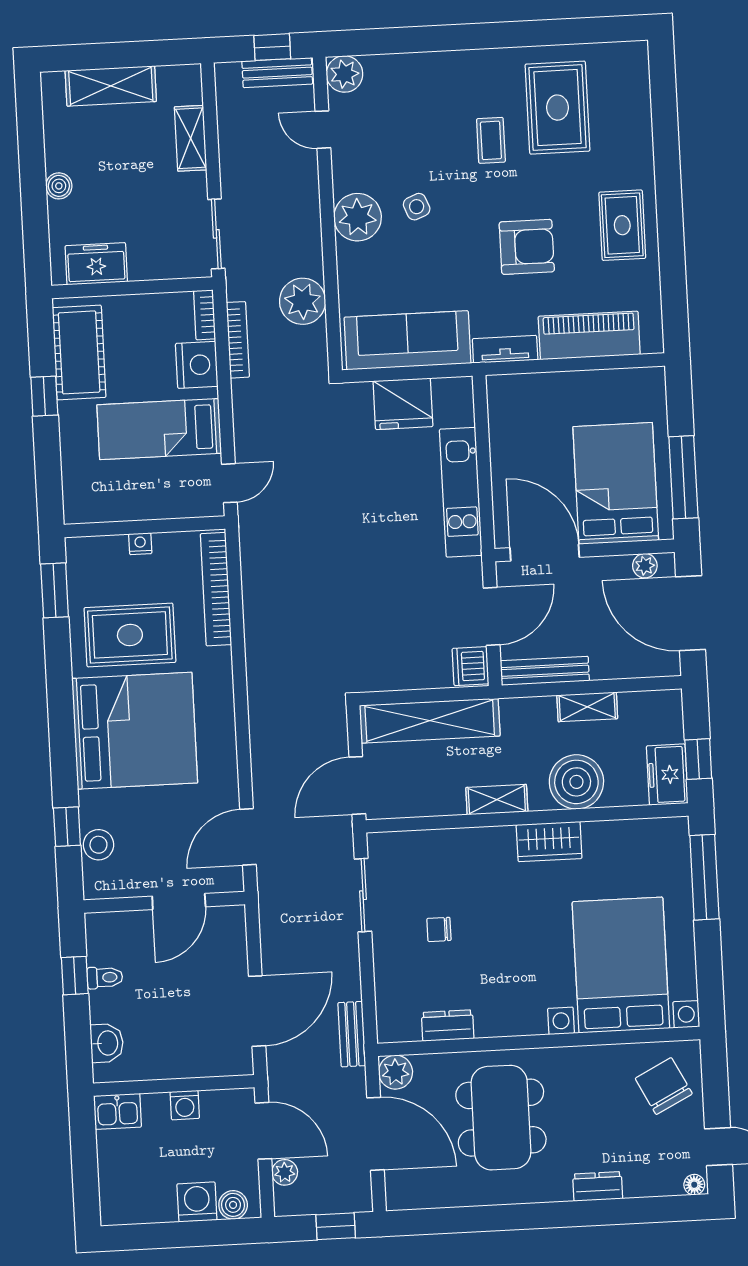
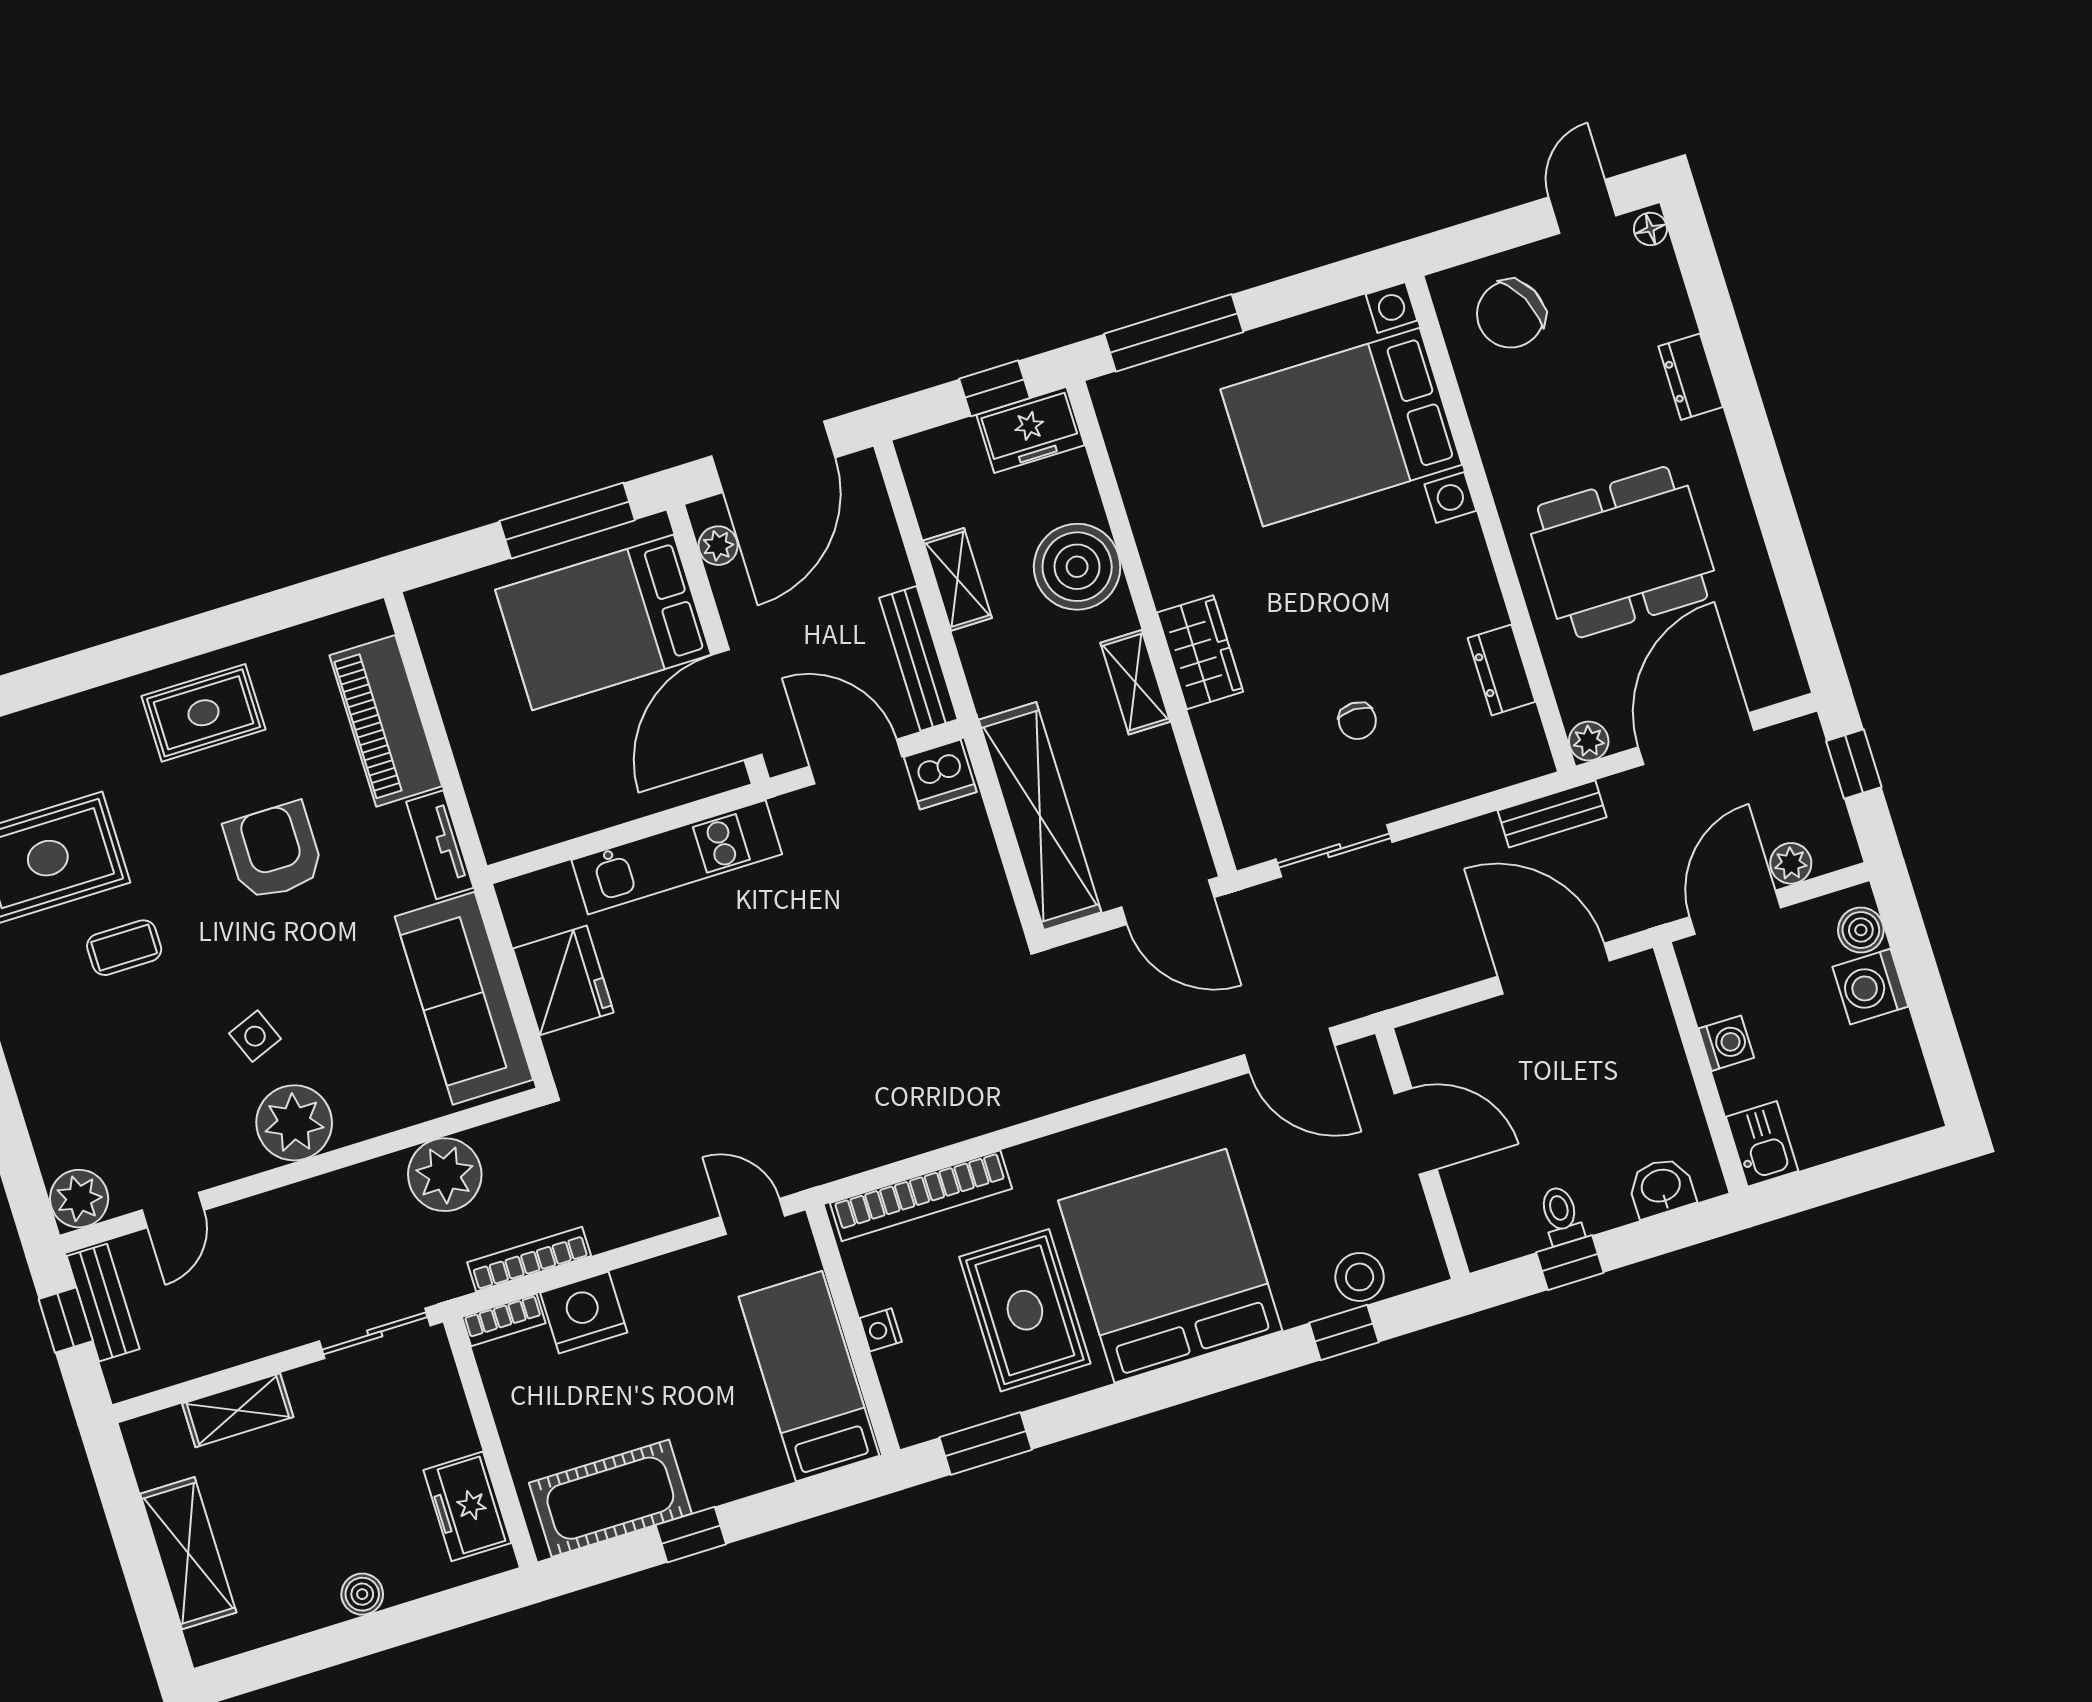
bed: (159, 429) -> (809, 1376), moved, turned 180
wardrobe: (549, 842) -> (1200, 652), moved
plant: (396, 1072) -> (1589, 741), width x0.73, depth x0.73

